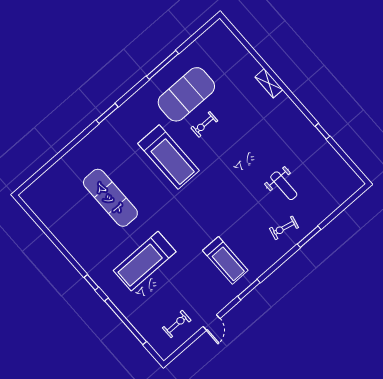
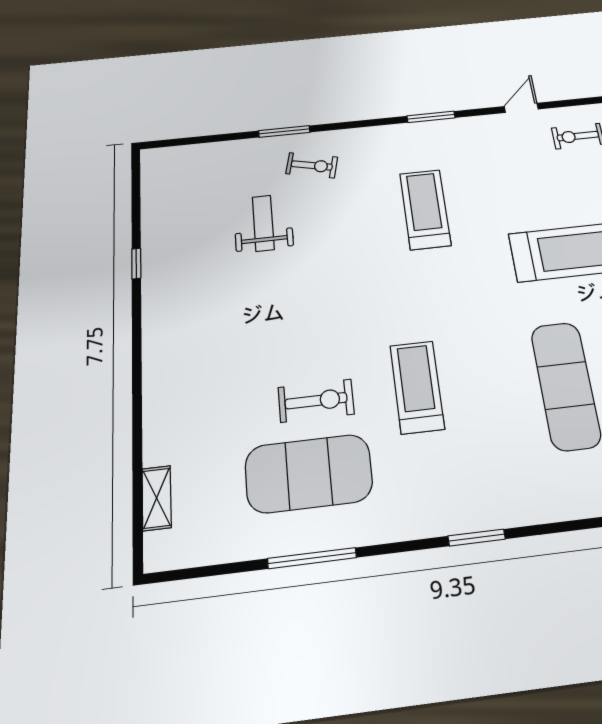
shelving: (269, 83) -> (157, 498), moved
exercise bike: (204, 124) -> (316, 401), width x1.38, depth x1.39
treadmill: (169, 157) -> (417, 387), width x0.73, depth x0.73
treadmill: (225, 260) -> (425, 209), moved

